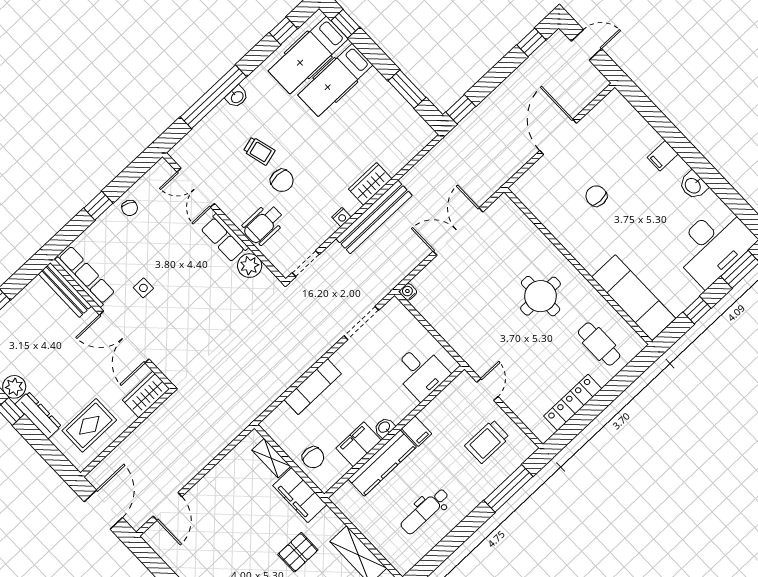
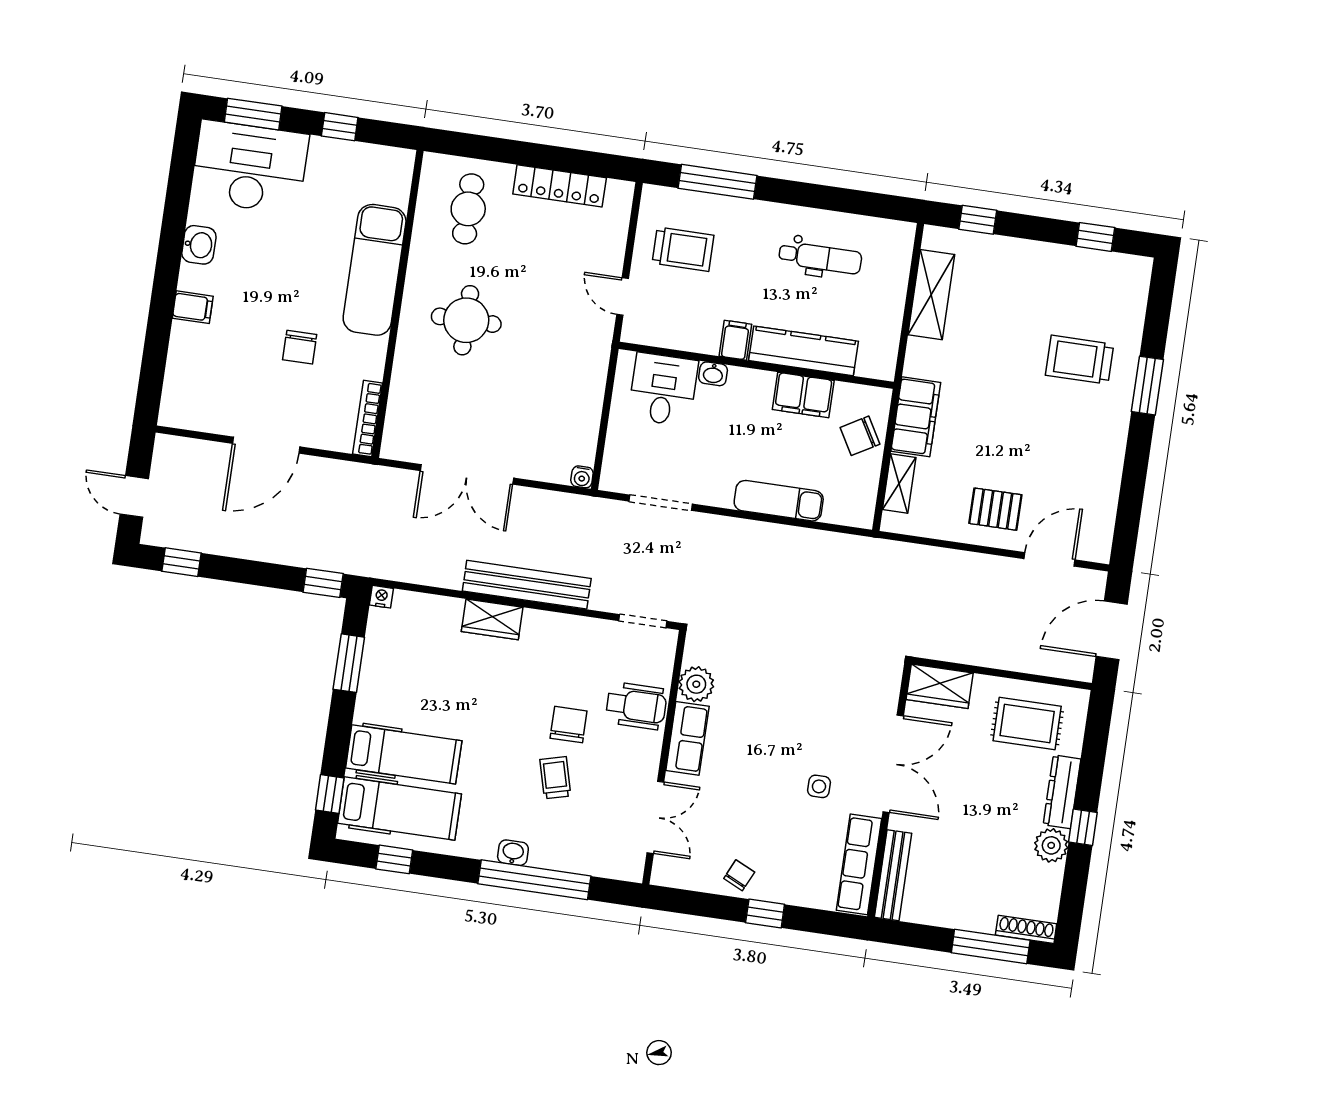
bookcase: (530, 202) -> (368, 418), added
nightstand: (341, 217) -> (381, 597), moved
exam couch: (634, 298) -> (375, 270), moved
door: (487, 389) -> (623, 296), hinge flipped
washbasin: (384, 427) -> (713, 374), moved
chair: (313, 457) -> (860, 436), turned -125
pallet: (298, 552) -> (995, 509), moved

